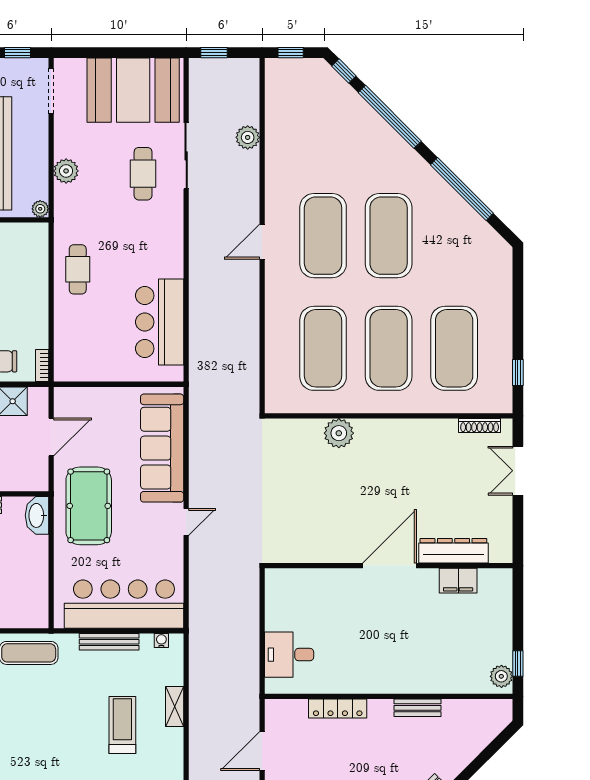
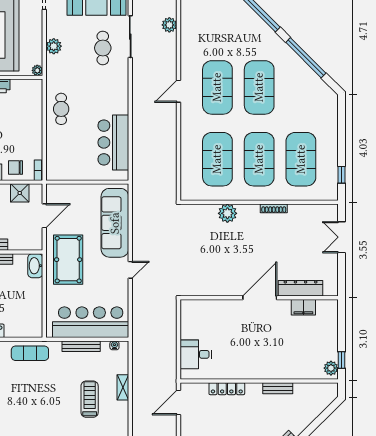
shoe rack: (480, 426) -> (274, 208), moved
door: (262, 751) -> (179, 402), moved

